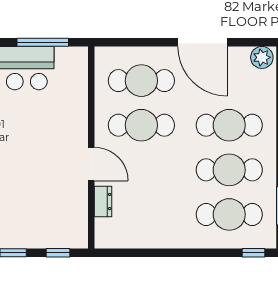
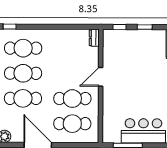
door: (91, 164) -> (101, 77), hinge flipped
dresser: (103, 202) -> (94, 38), moved

